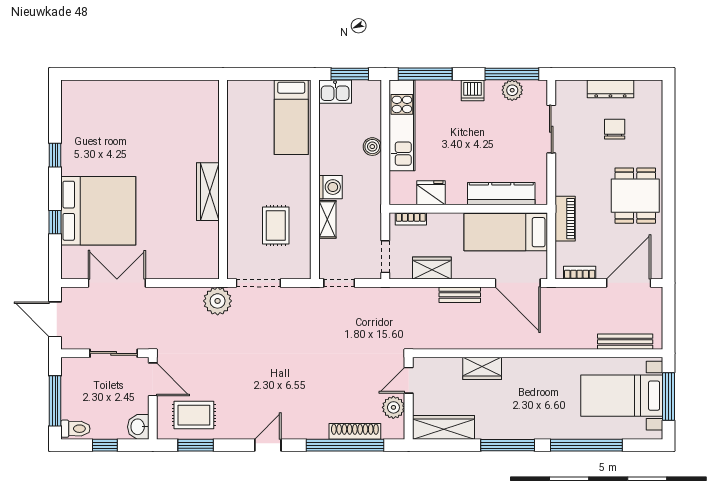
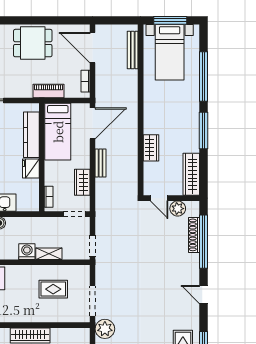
fridge: (431, 193) -> (31, 168), moved

